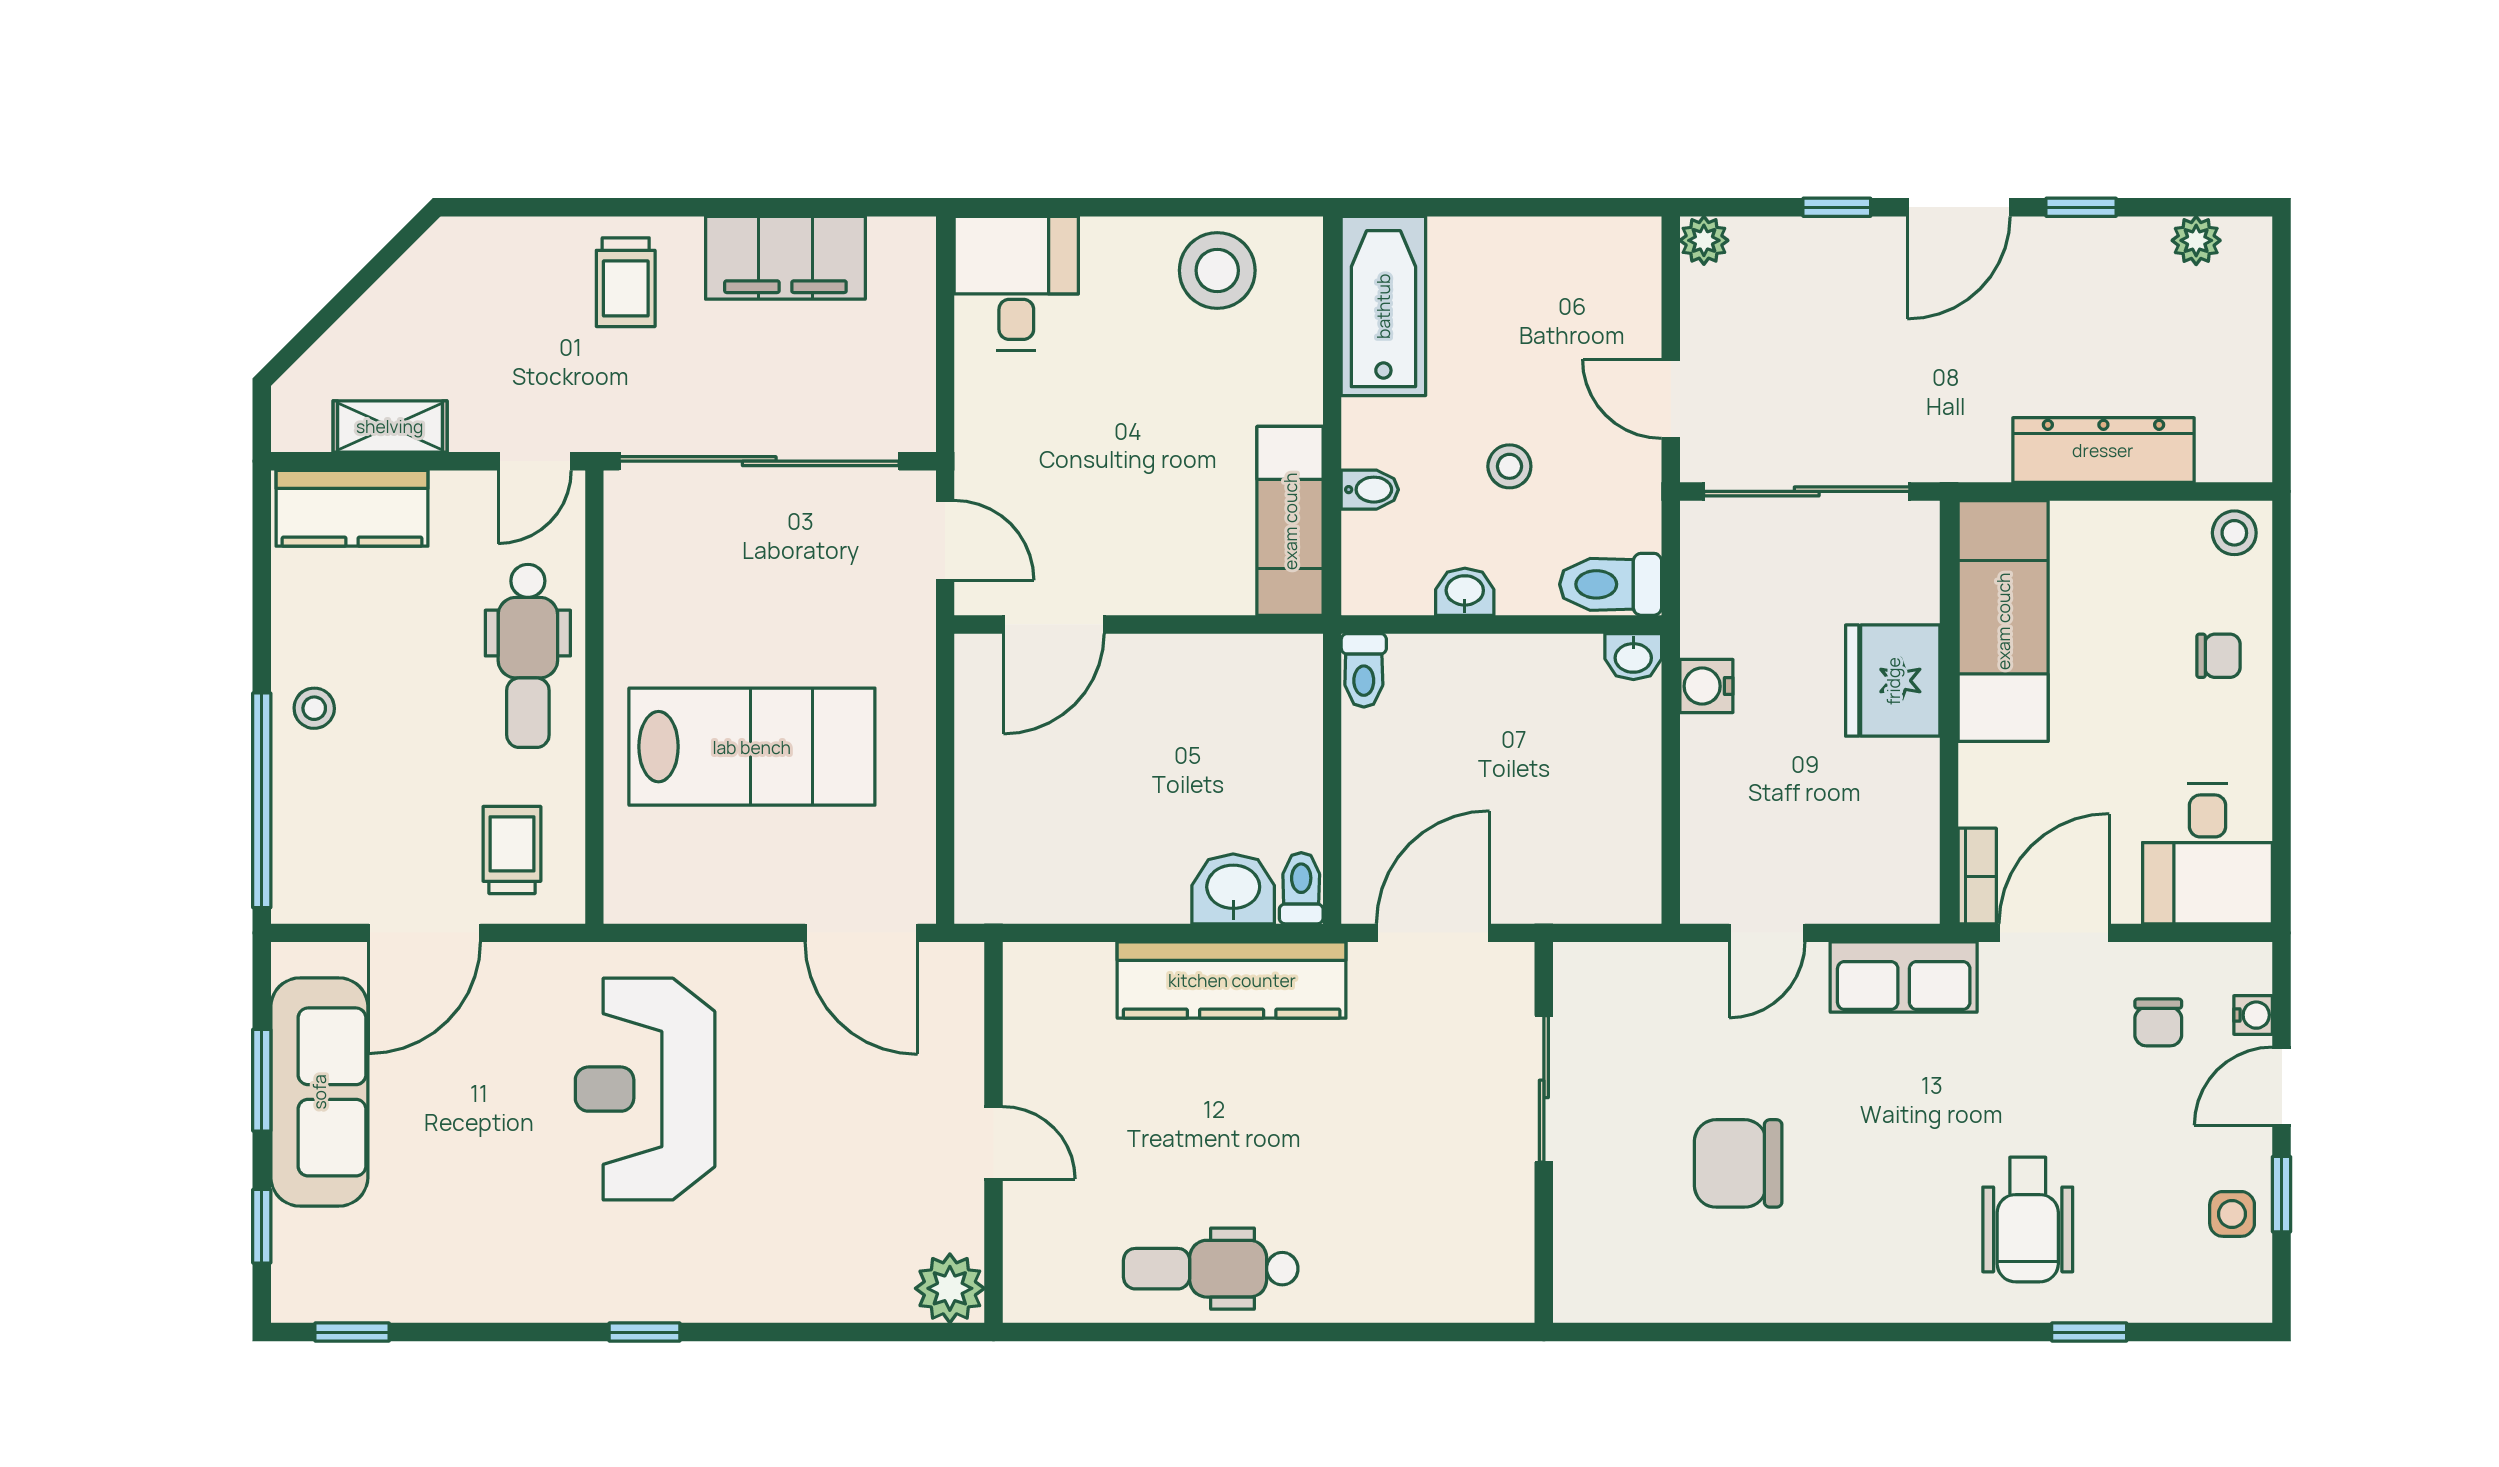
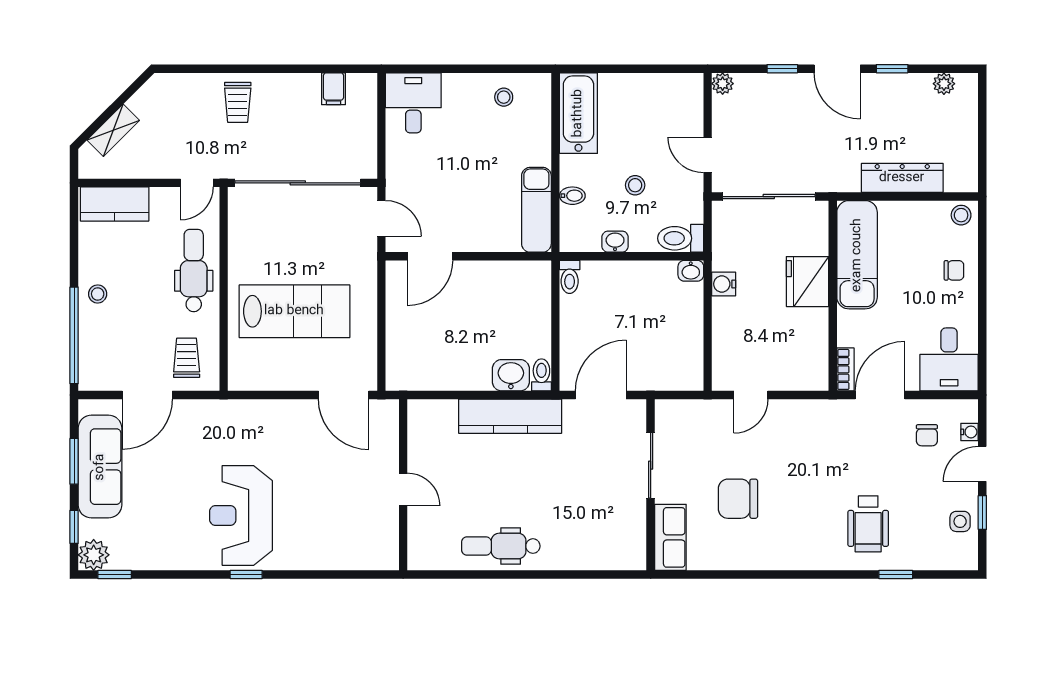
door: (1959, 207) -> (837, 69), hinge flipped
filing cabinet: (785, 258) -> (333, 89), width x0.33, depth x0.86
stool: (1217, 270) -> (504, 97), width x0.53, depth x0.53
shelving: (390, 426) -> (113, 130), moved, turned -45
dental chair: (528, 656) -> (194, 270), turned 180
row of seats: (1904, 977) -> (670, 537), moved, turned -90
reception desk: (645, 1089) -> (241, 515), moved
plant: (950, 1288) -> (94, 555), moved

